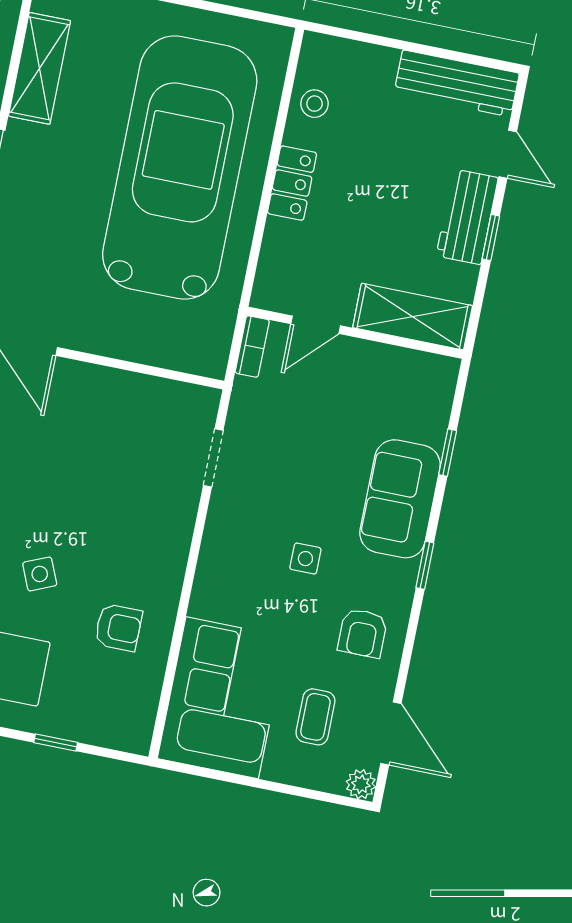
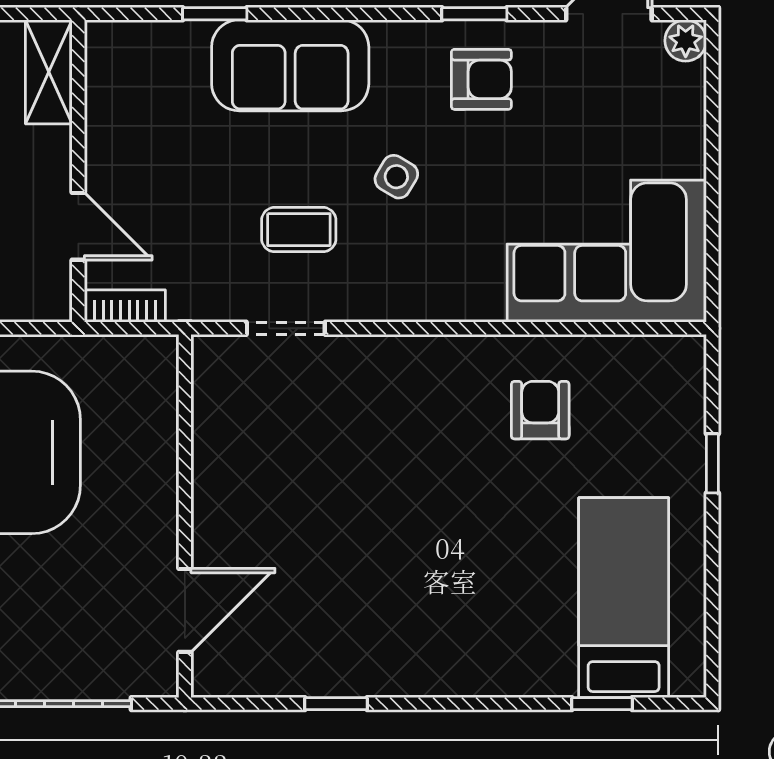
shelving: (413, 317) -> (49, 72), width x0.67, depth x0.75
side table: (305, 559) -> (396, 177), turned 31
window: (425, 565) -> (474, 14), moved
side table: (40, 574) -> (489, 531), removed
coffee table: (315, 717) -> (299, 230), moved

